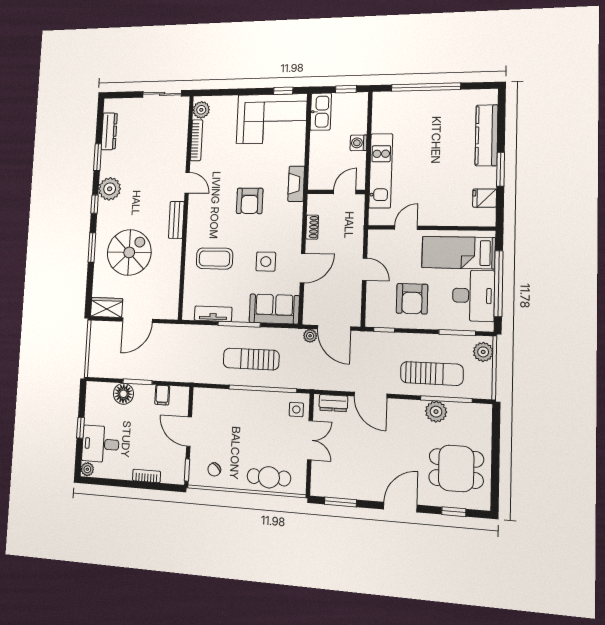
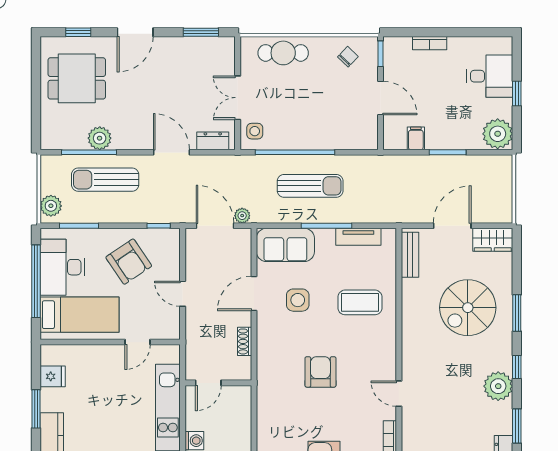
fireplace: (296, 184) -> (265, 392), removed
bench: (176, 220) -> (410, 255), moved
armchair: (412, 299) -> (129, 262), turned 146
floor lamp: (123, 394) -> (465, 137), removed
plant: (87, 469) -> (498, 134), moved, width x1.88, depth x1.88

